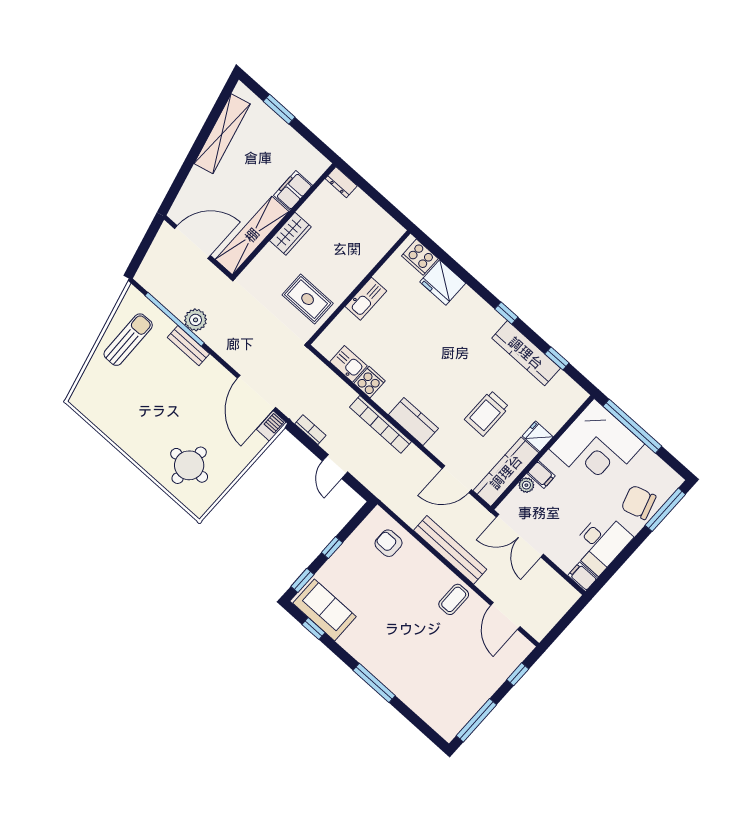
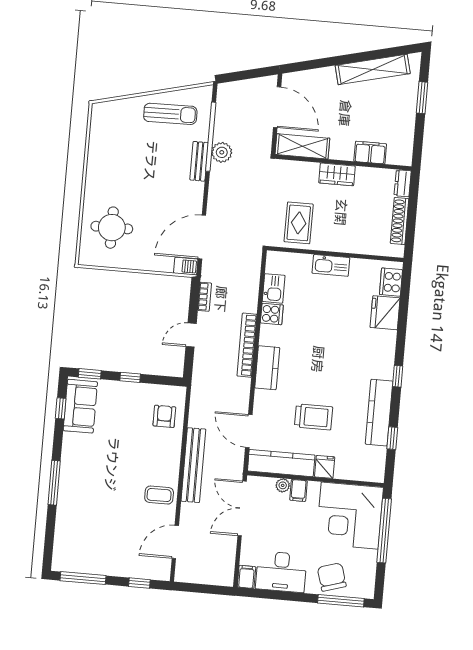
shoe rack: (372, 210) -> (400, 221), added
shelving: (252, 235) -> (302, 146), width x0.68
trolley: (487, 413) -> (314, 417), turned 180

